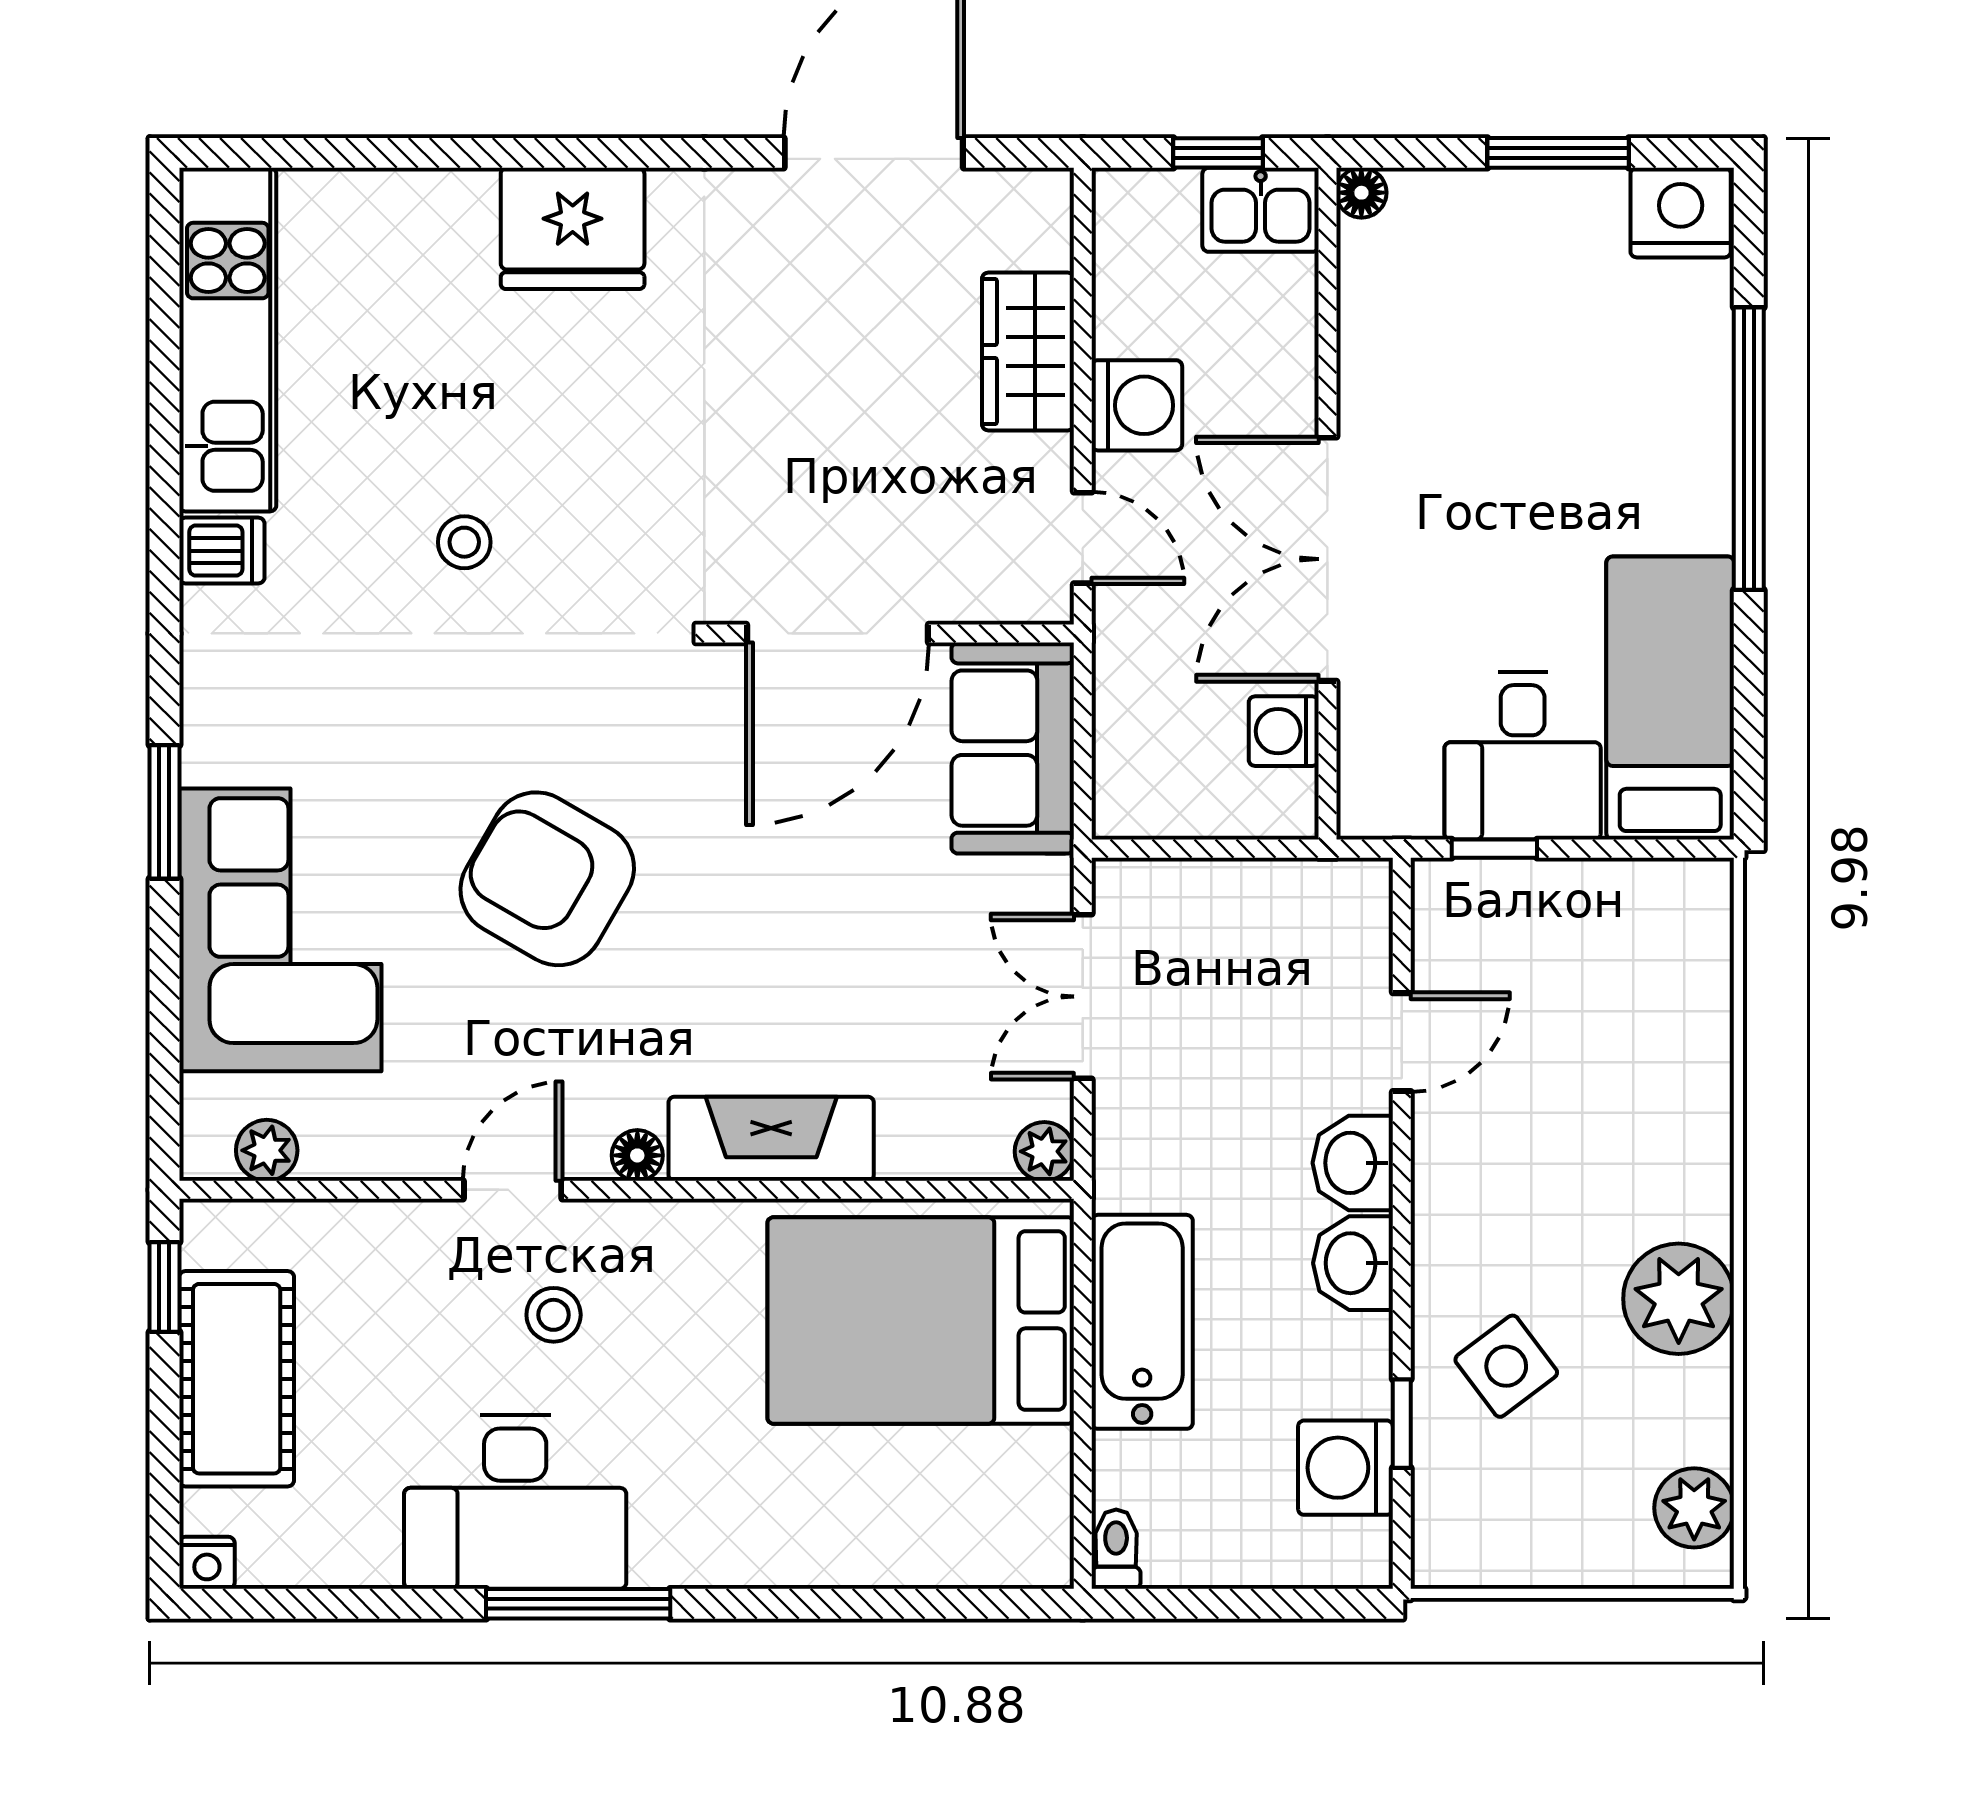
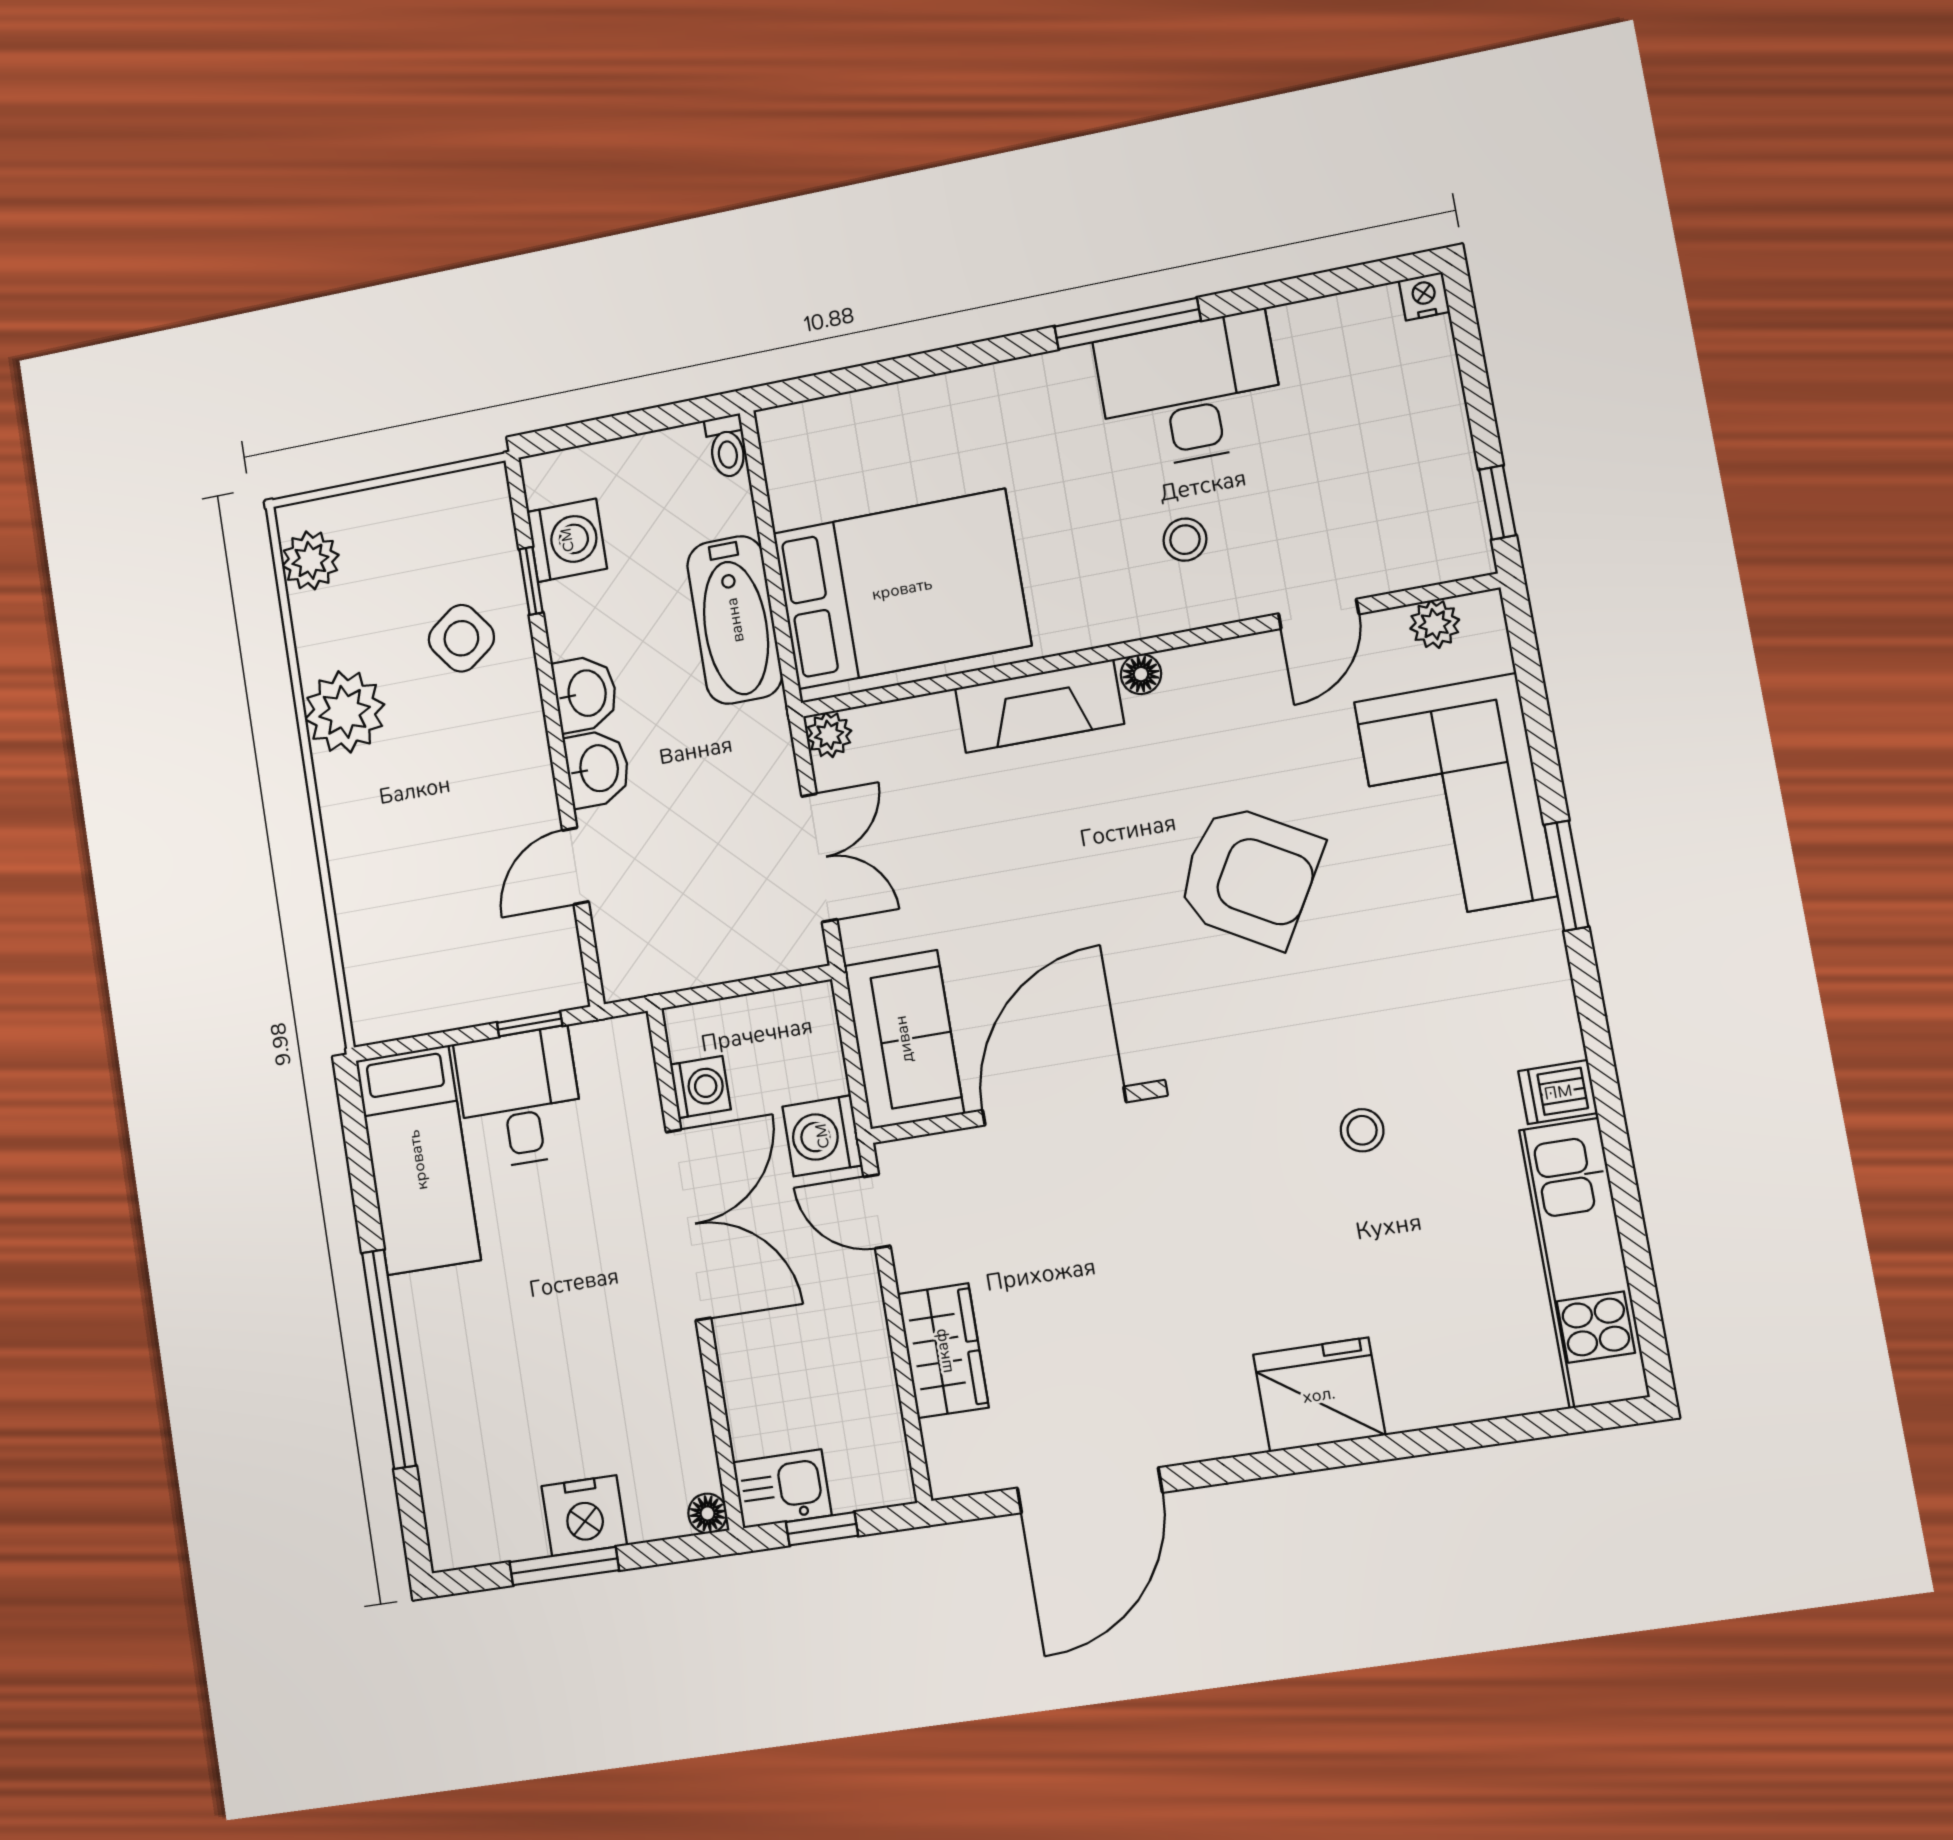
nightstand: (1681, 213) -> (584, 1516), moved
washing machine: (1137, 405) -> (822, 1136), moved
door: (513, 1190) -> (1319, 614), moved
cot: (237, 1379) -> (1426, 442), removed

